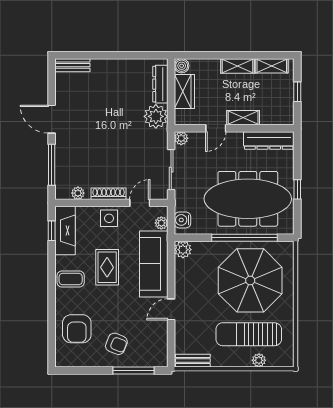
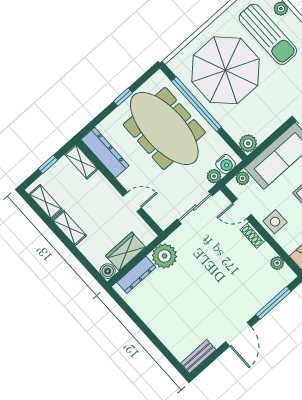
bench: (73, 65) -> (198, 356), moved, turned 90
shelving: (243, 118) -> (81, 162), moved
plant: (181, 138) -> (214, 176), moved
shoe rack: (109, 194) -> (253, 235), width x0.70

